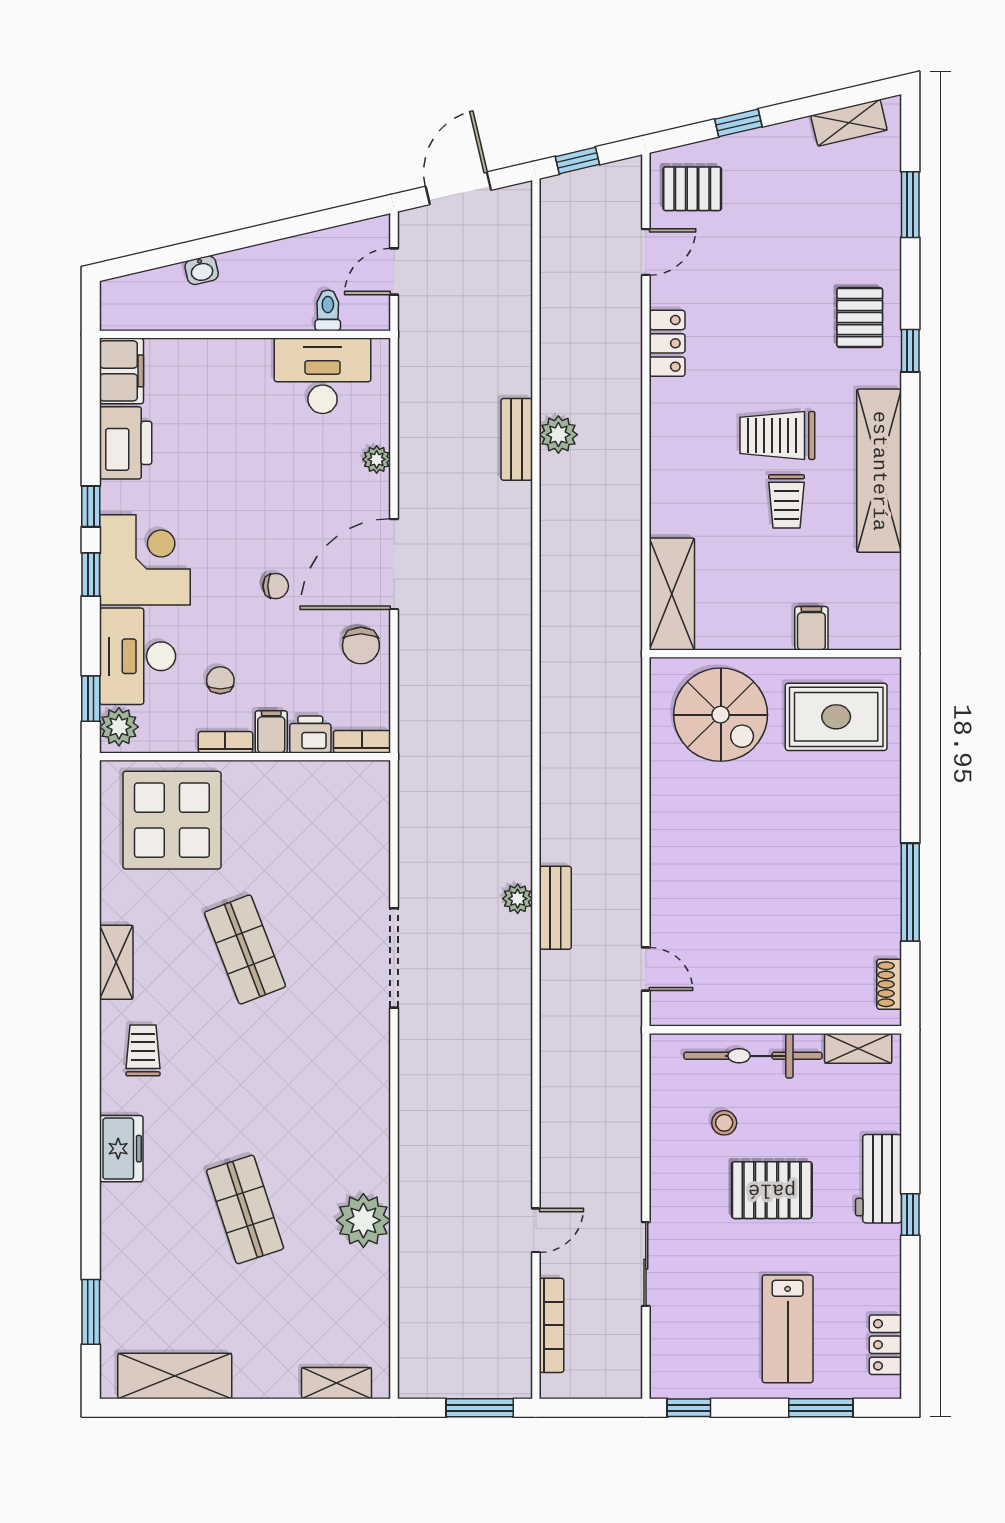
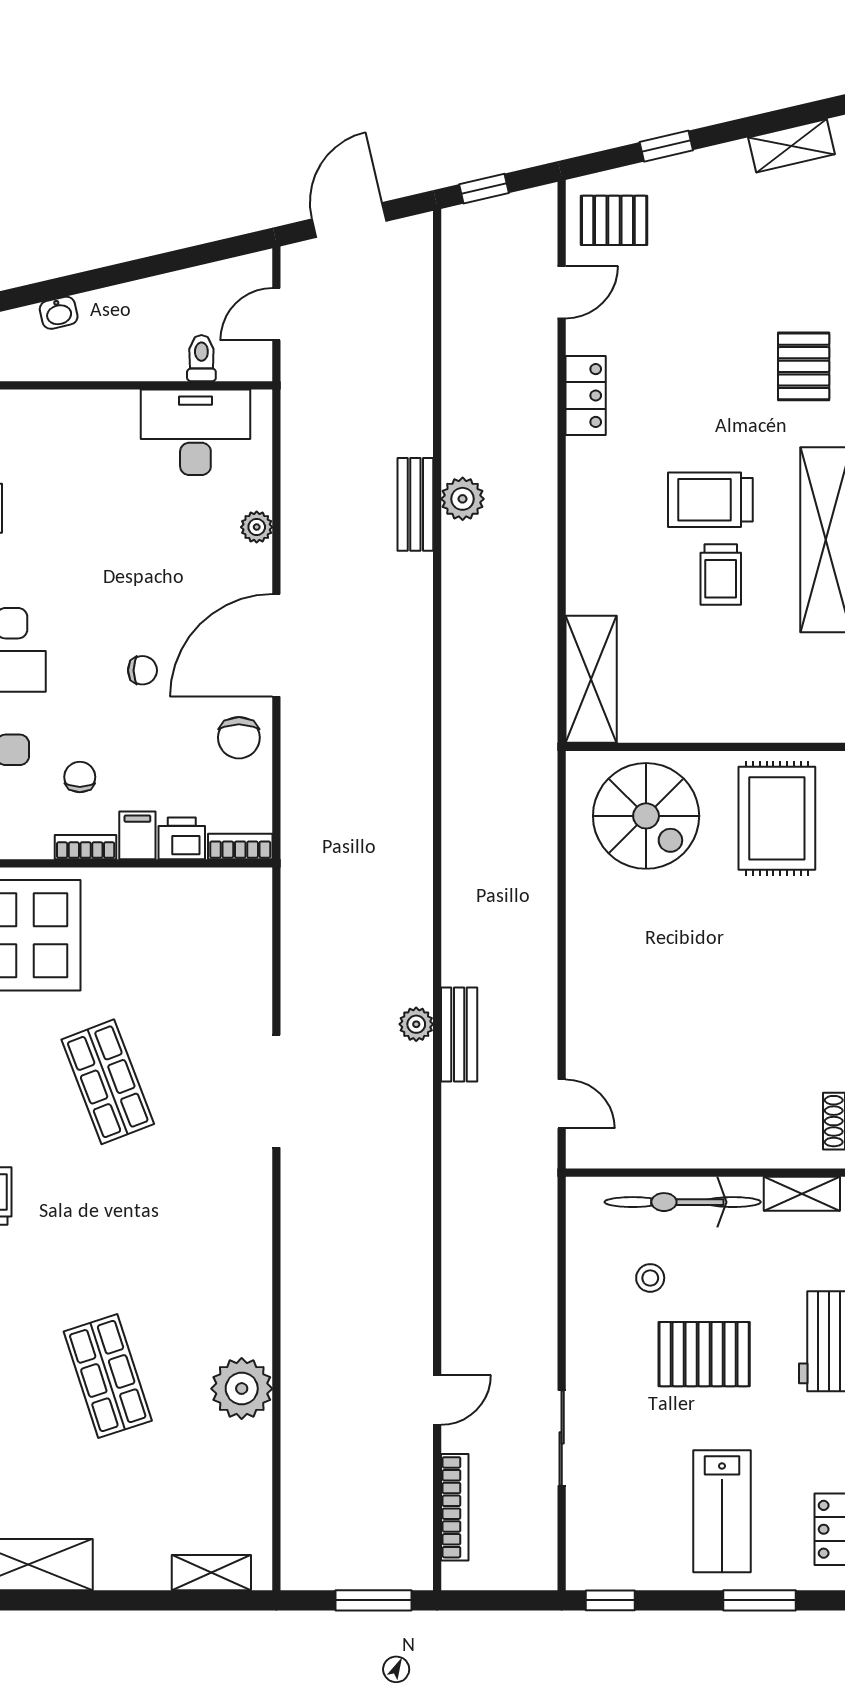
filing cabinet: (811, 628) -> (749, 718), removed
rug: (836, 717) -> (777, 818), turned 90

